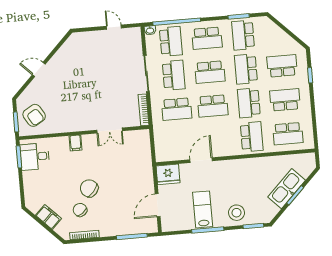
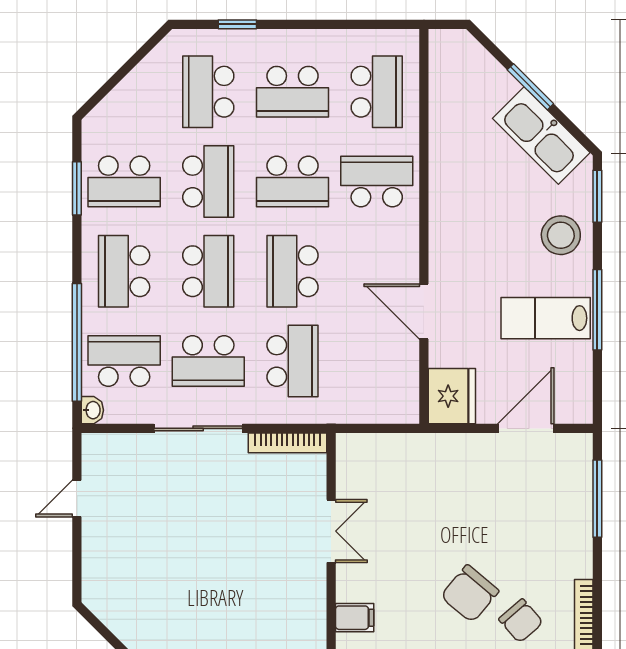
school desk: (207, 38) -> (124, 271), turned 180
school desk: (246, 69) -> (208, 181), turned -90
school desk: (174, 75) -> (208, 361), turned 180
school desk: (285, 100) -> (292, 92), turned -90
school desk: (213, 106) -> (292, 271), turned 180
kitchen sink: (287, 189) -> (541, 136), moved
door: (158, 205) -> (526, 428), swing flipped
chair: (80, 210) -> (521, 621), turned -95

